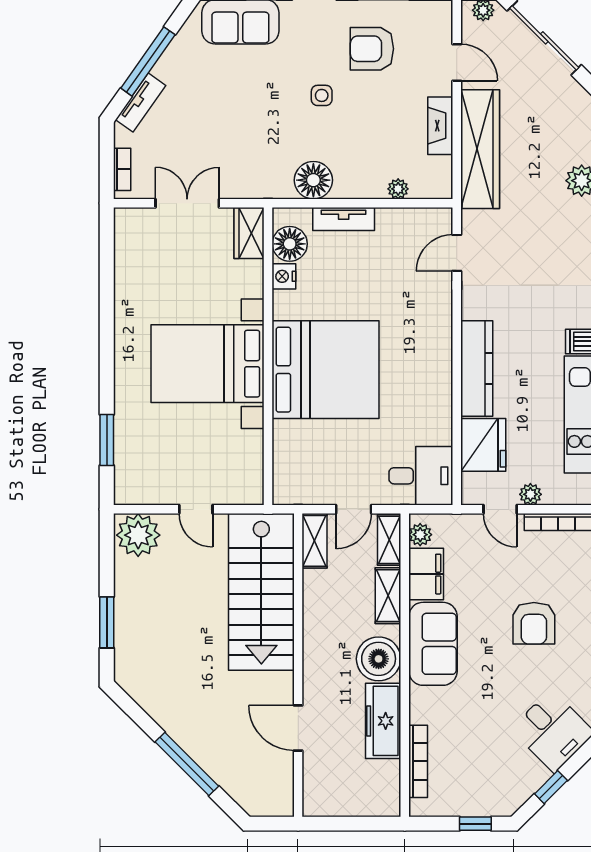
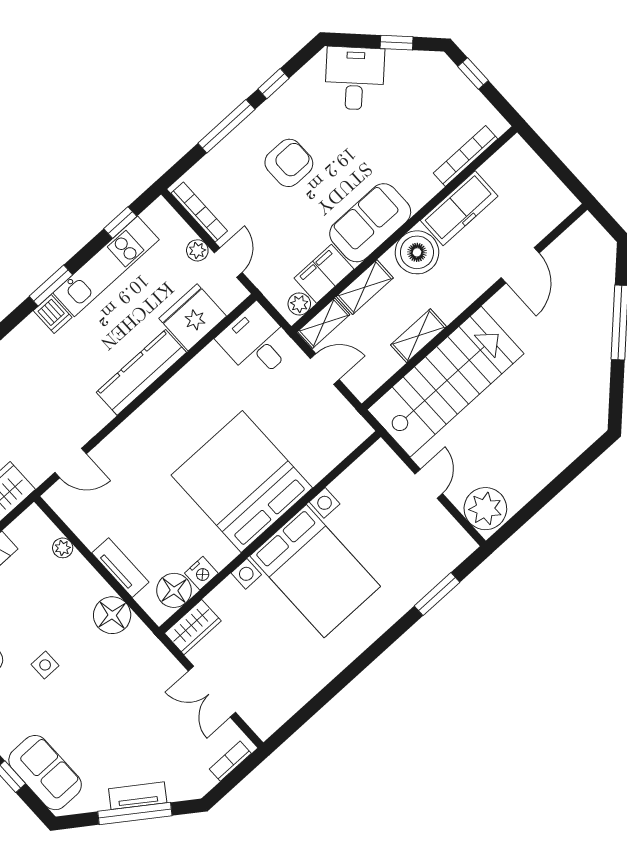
tv unit: (141, 103) -> (138, 796), moved
shelving: (315, 541) -> (419, 336), moved
window: (107, 622) -> (570, 474), removed

